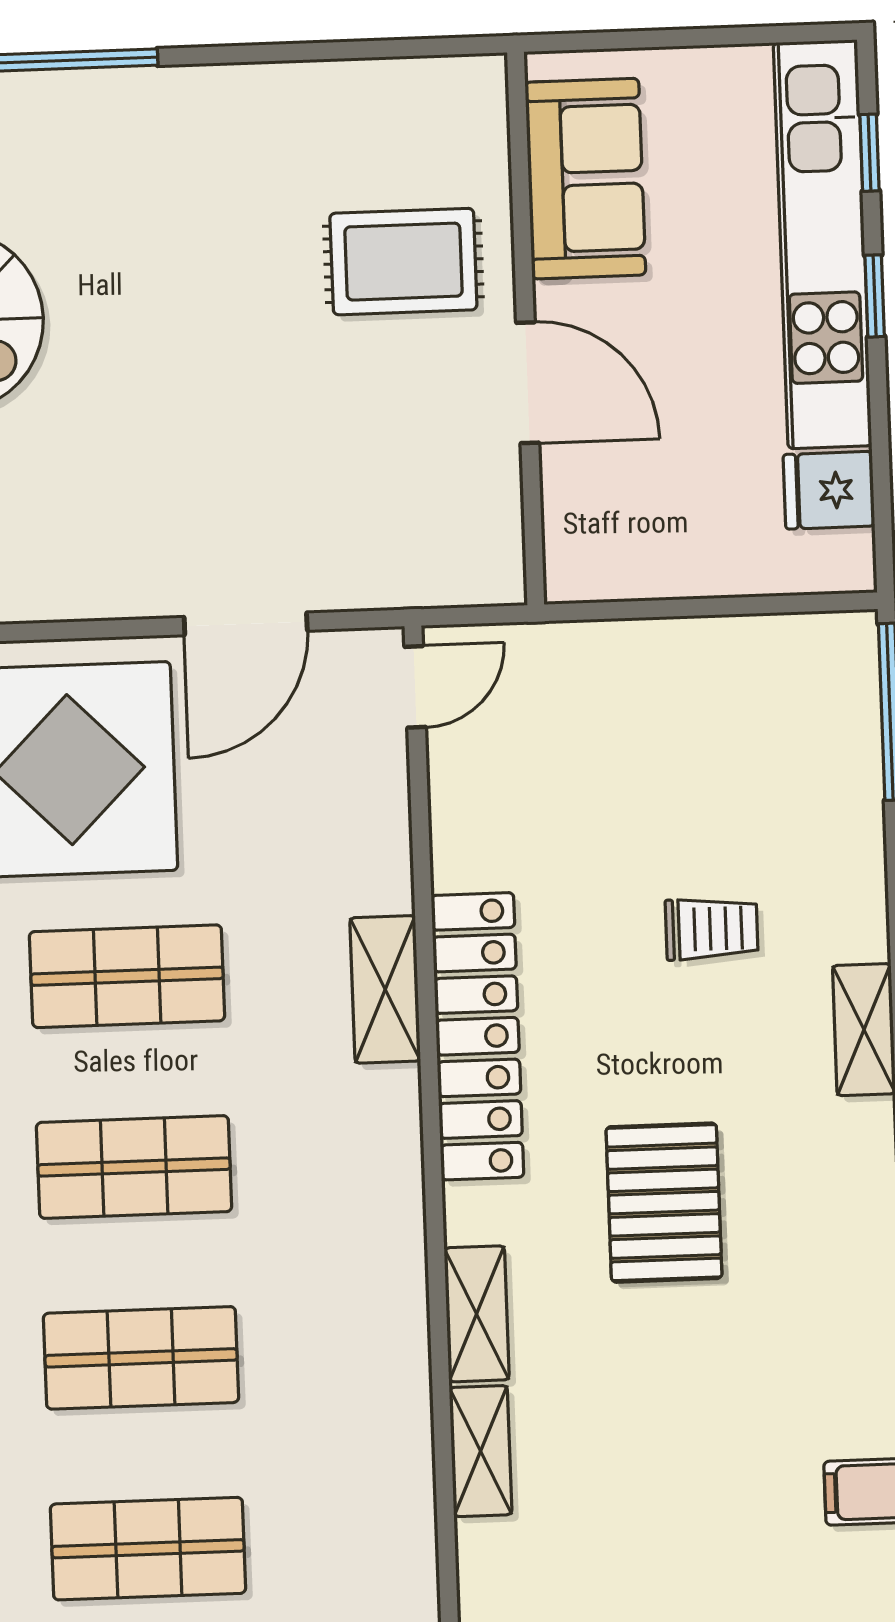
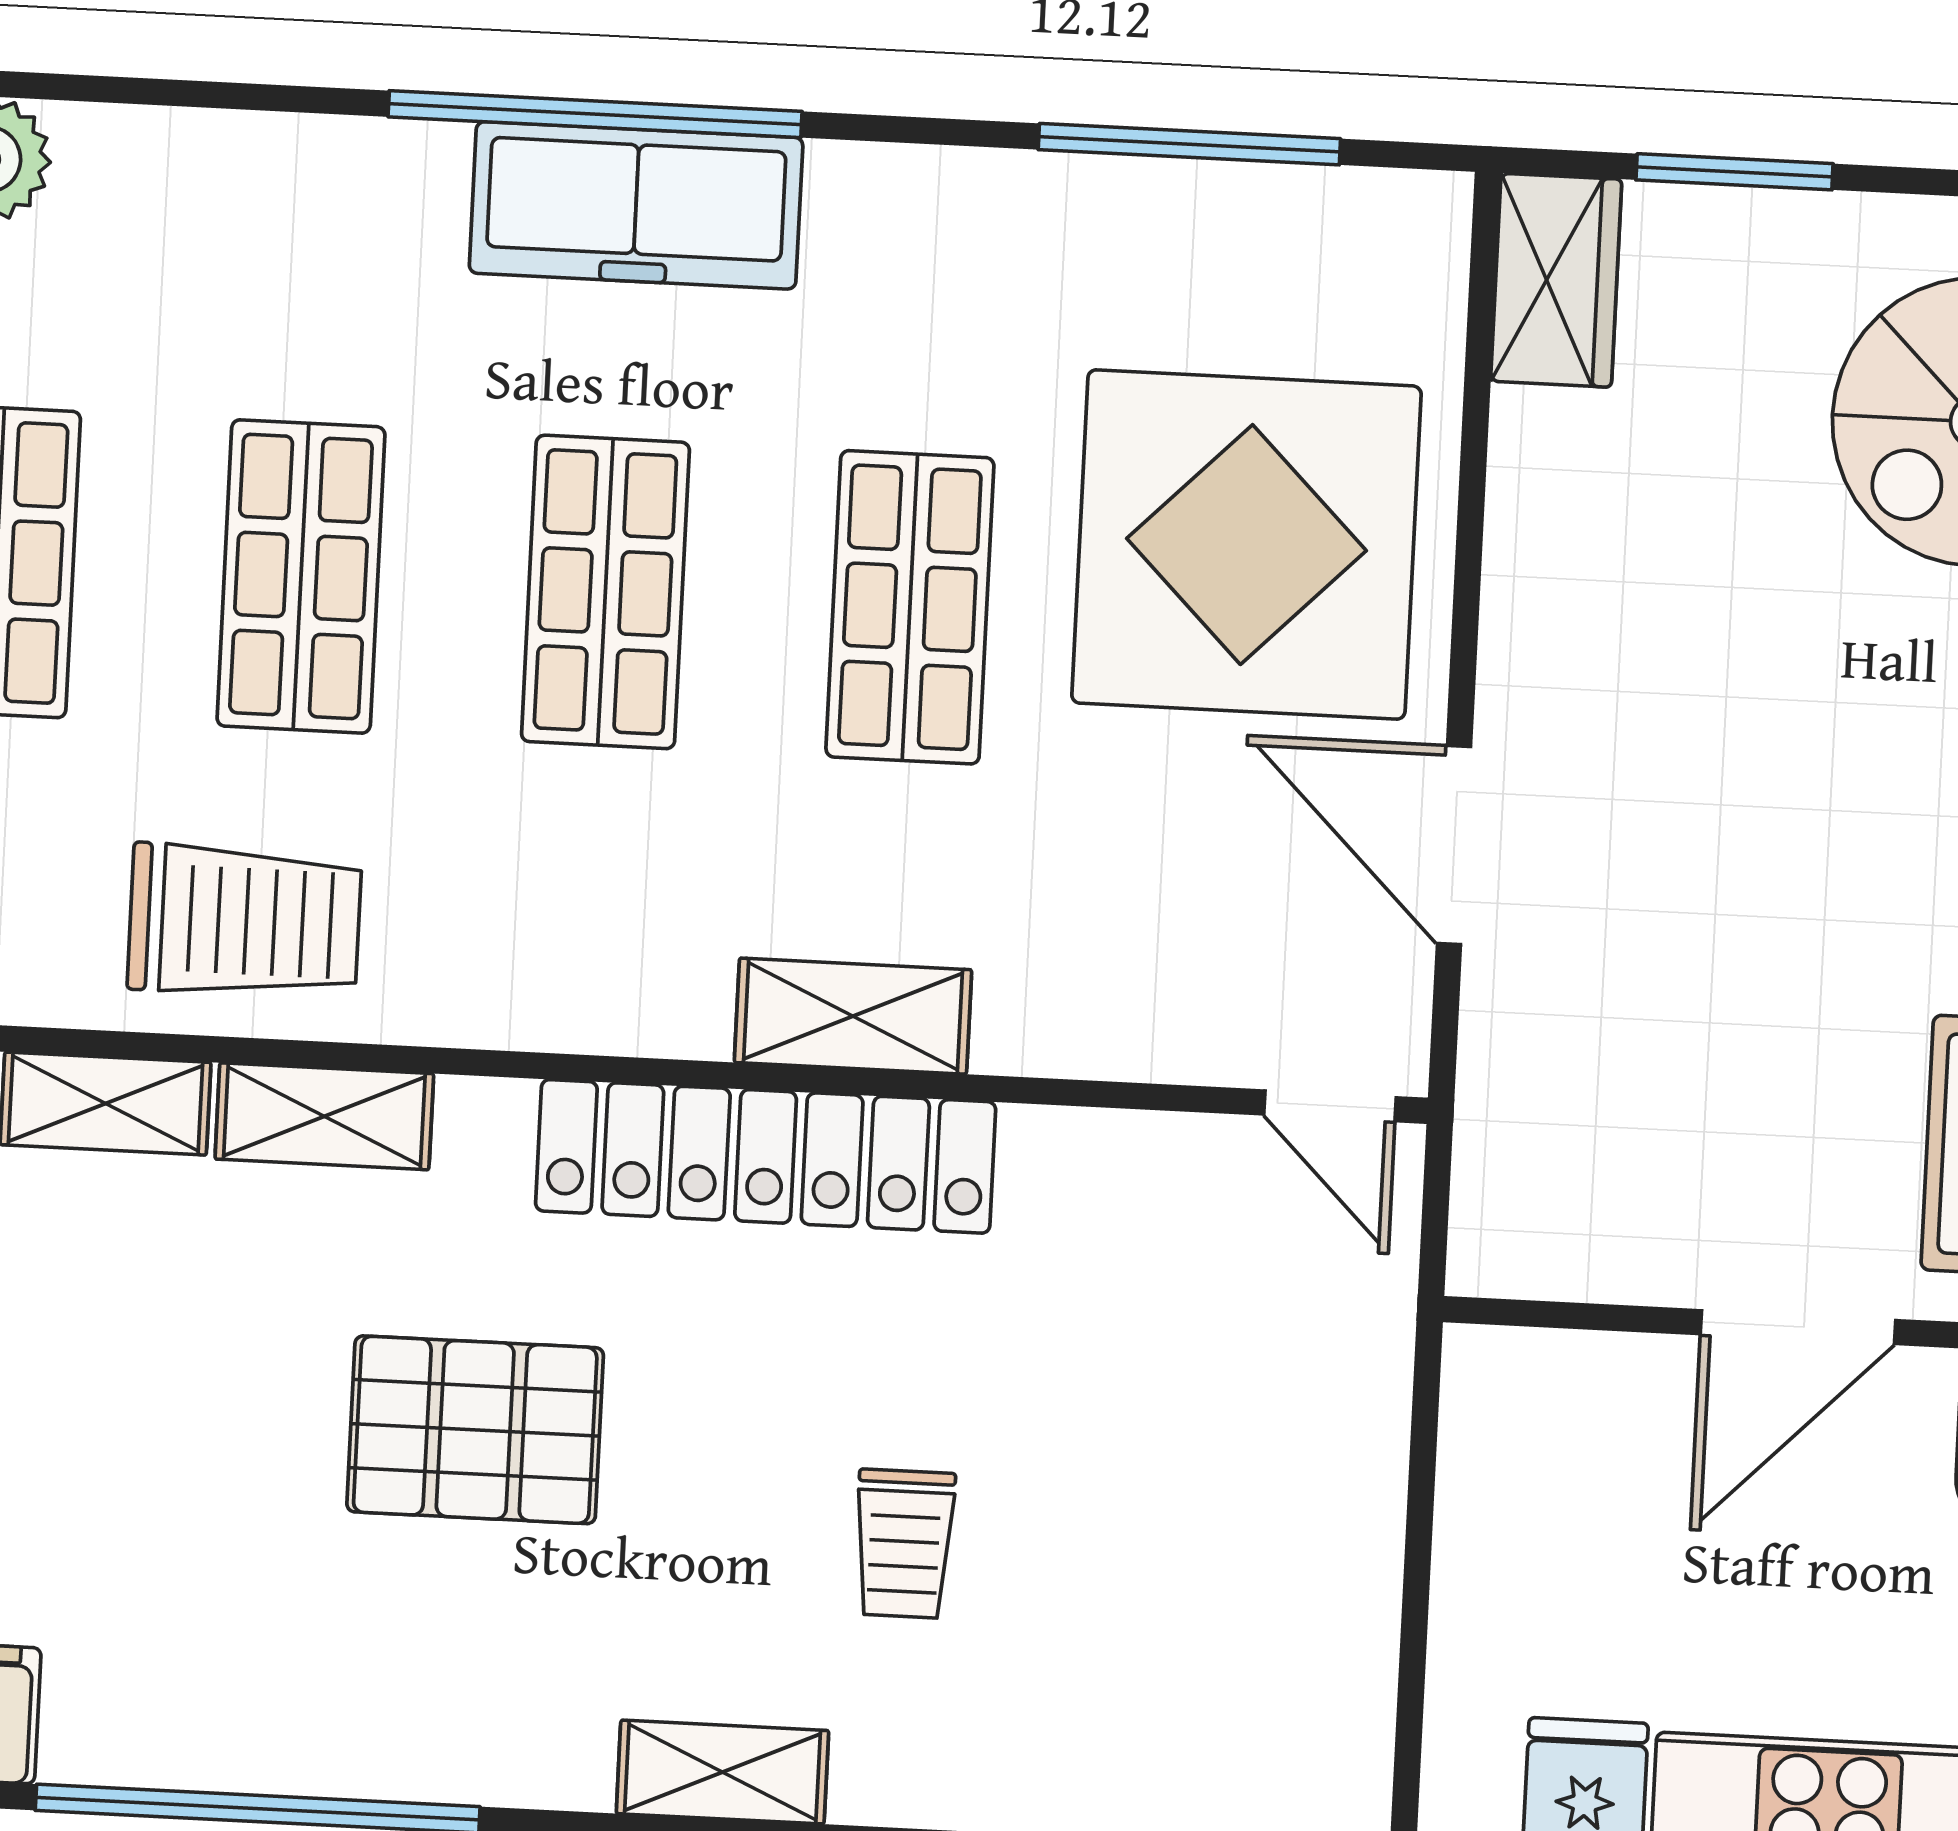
trolley: (359, 1374) -> (244, 921), added

